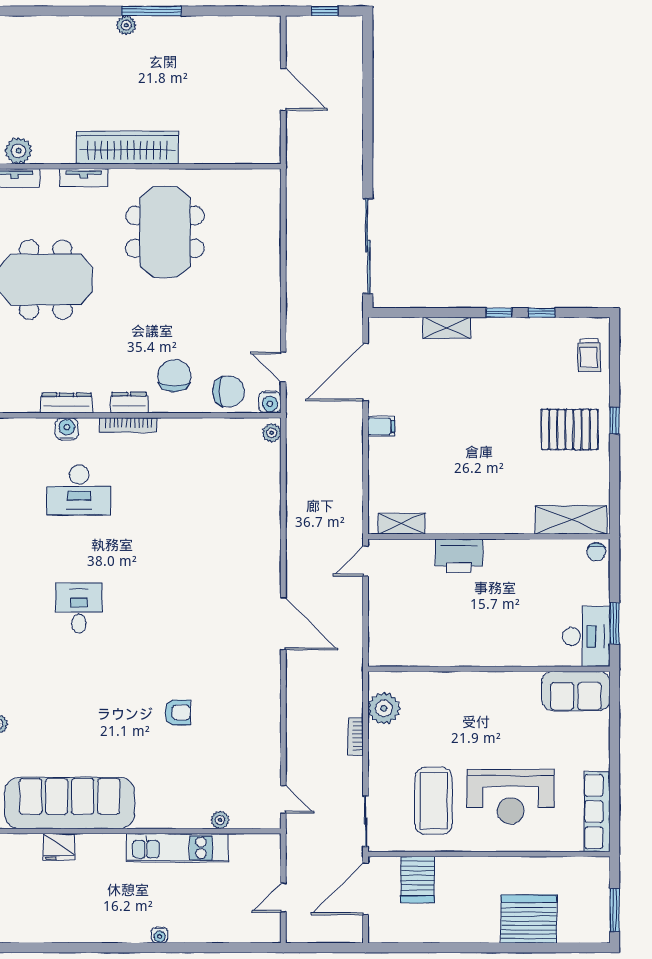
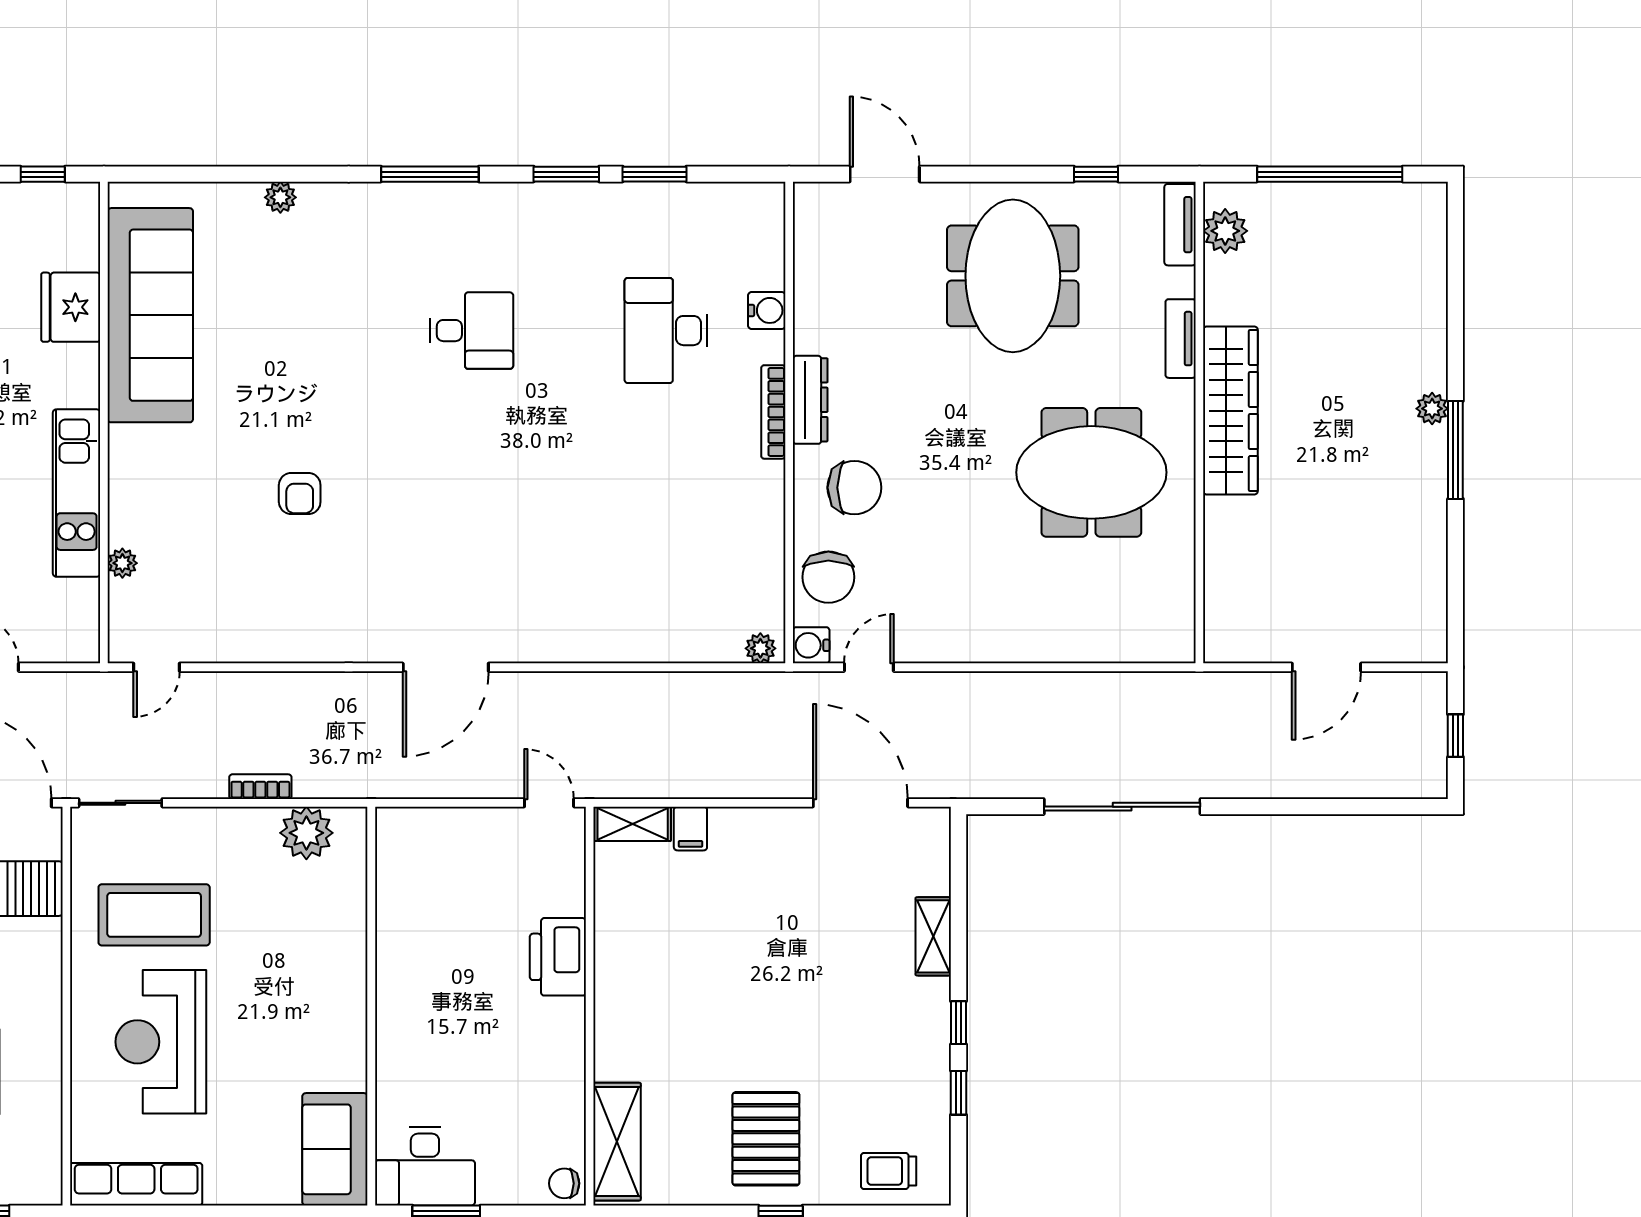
sliding door: (368, 246) -> (1122, 807), moved
dresser: (66, 403) -> (810, 310), removed
dresser: (129, 403) -> (810, 400), width x1.44
filing cabinet: (381, 426) -> (690, 829), moved
shelving: (401, 524) -> (633, 824), moved, turned 90
fridge: (59, 847) -> (71, 307), width x1.36, depth x1.34

